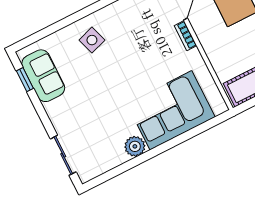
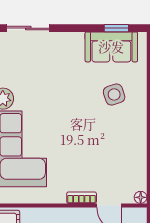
side table: (92, 40) -> (114, 94), moved

